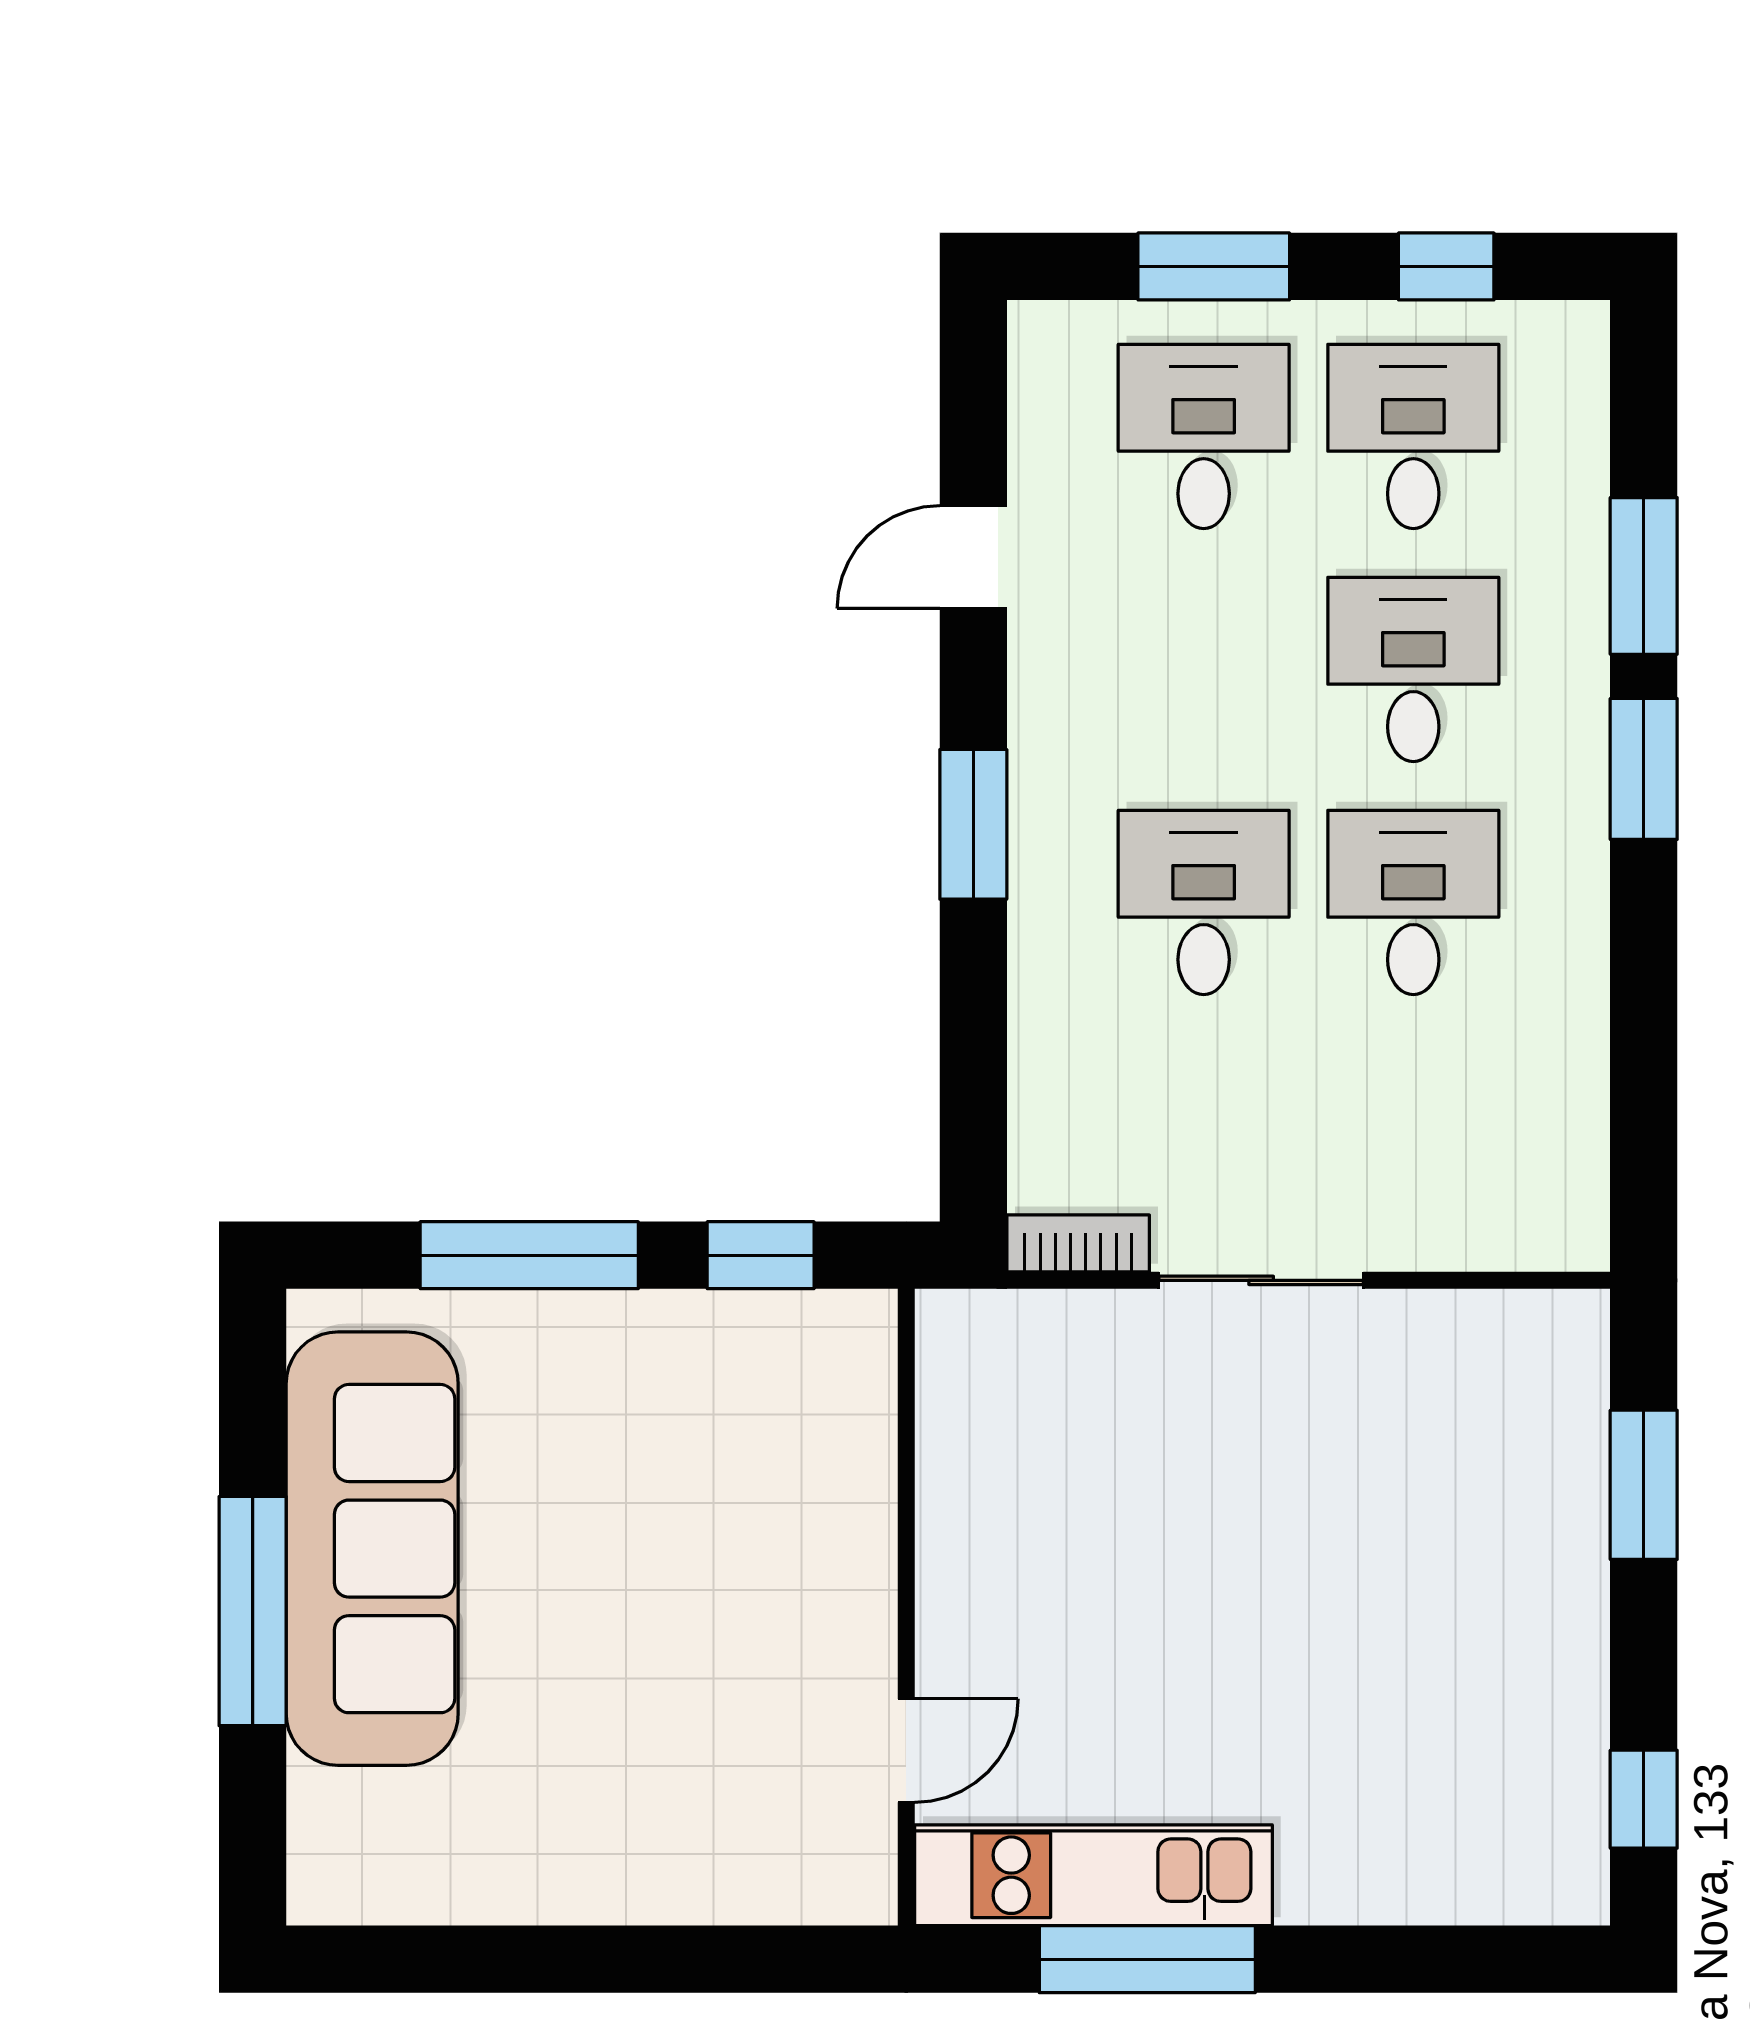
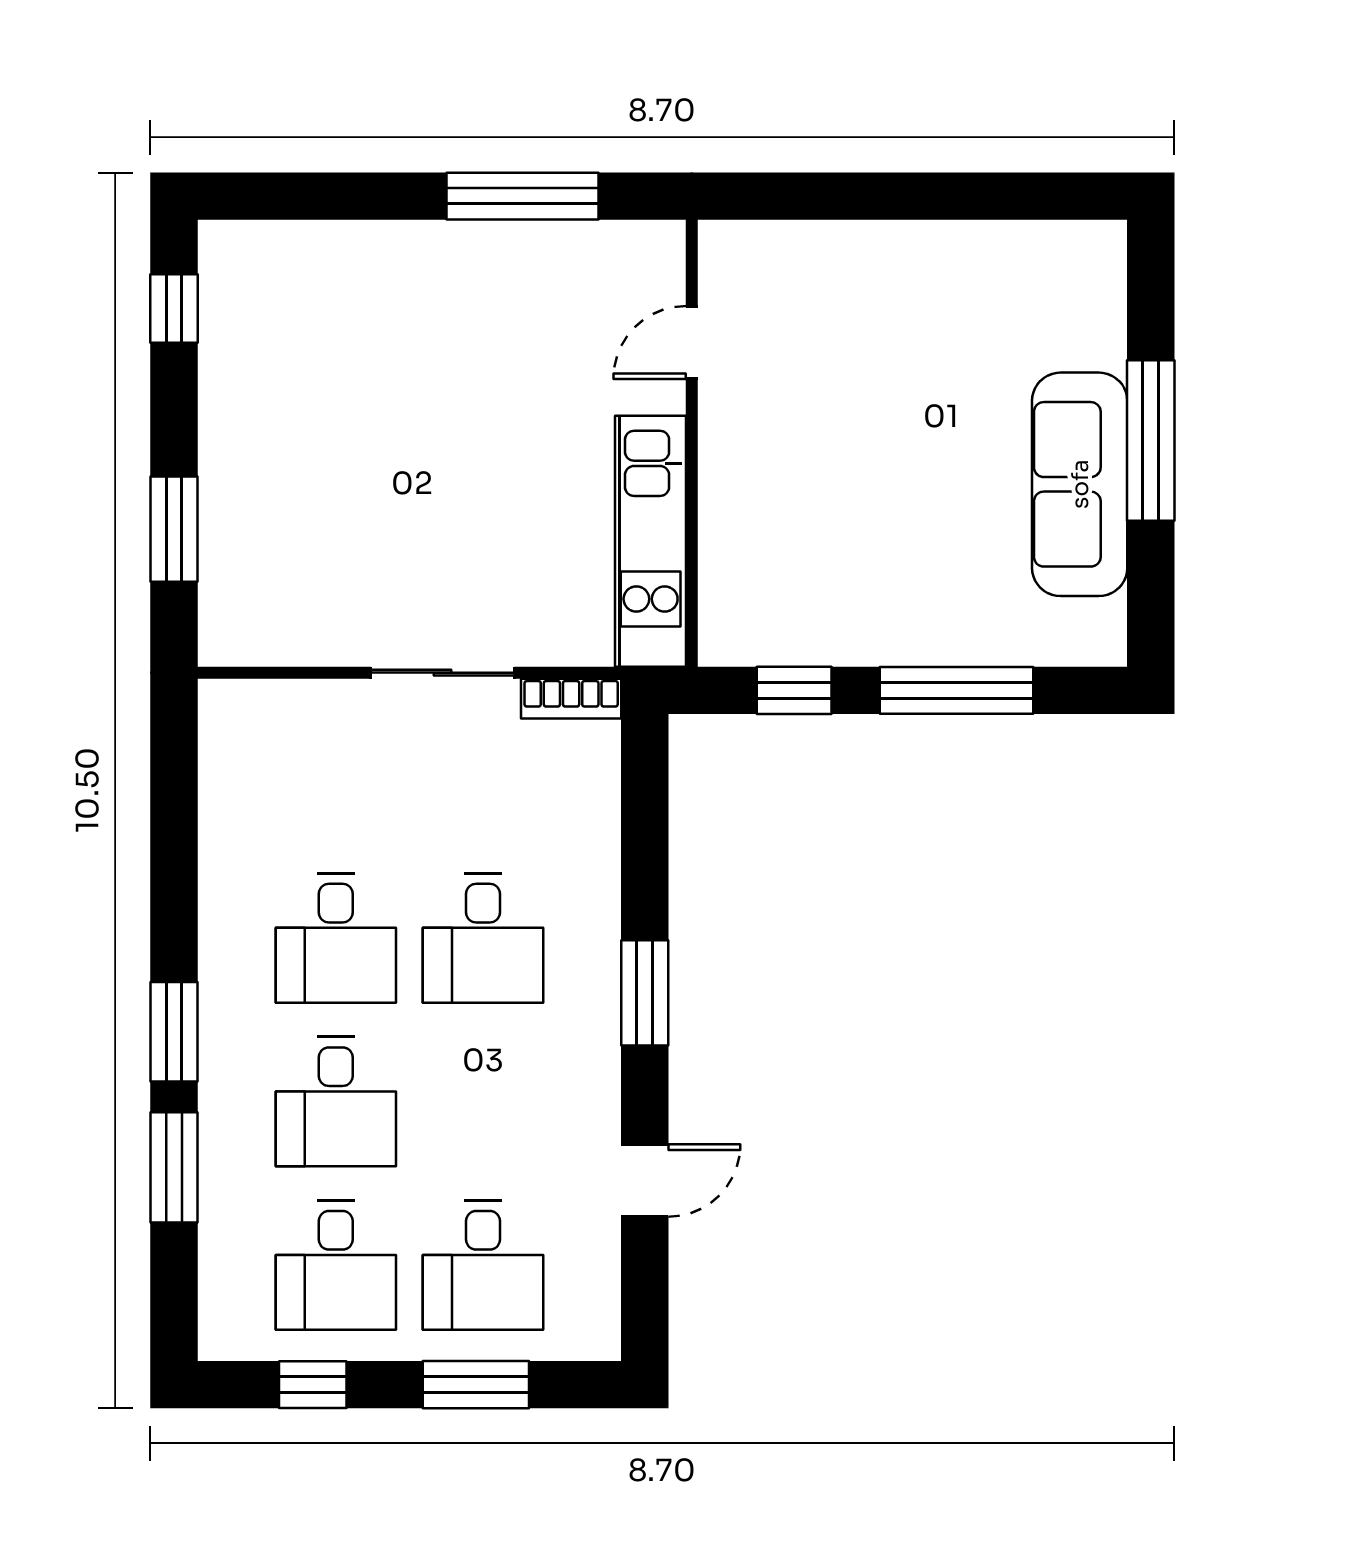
sofa: (372, 1549) -> (1080, 484), width x0.74, depth x0.79
kitchen unit: (1093, 1875) -> (651, 541), moved, turned 90

